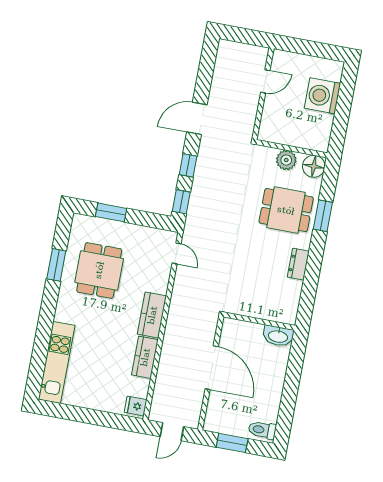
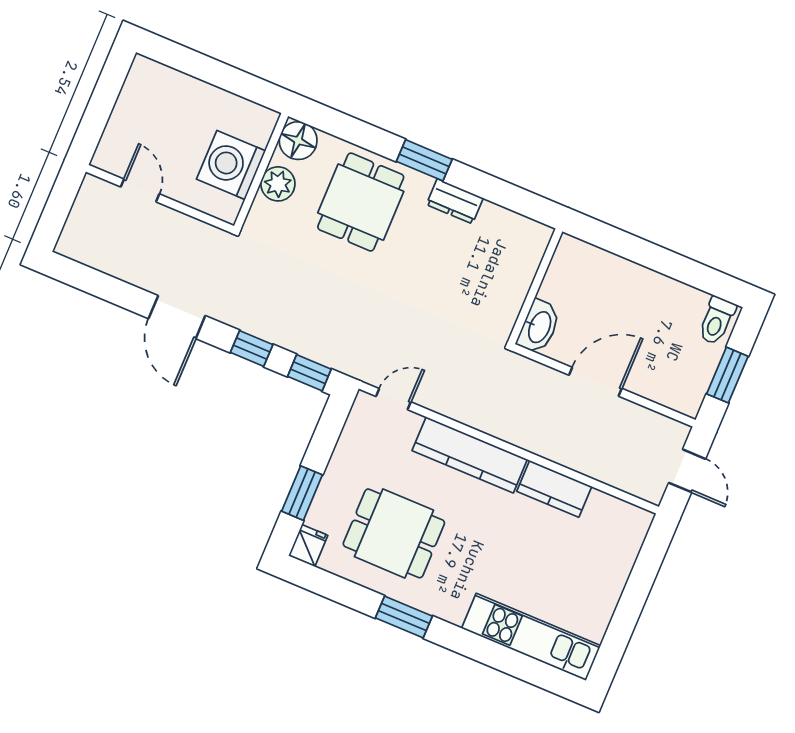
washing machine: (322, 96) -> (231, 165), moved, turned 90
window: (323, 216) -> (424, 160), moved
window: (56, 265) -> (404, 617), moved
kitchen counter: (152, 315) -> (470, 455), width x1.50
washbasin: (278, 336) -> (539, 327), moved
door: (212, 368) -> (595, 382), width x0.73
fridge: (136, 406) -> (308, 546), moved, turned 180

